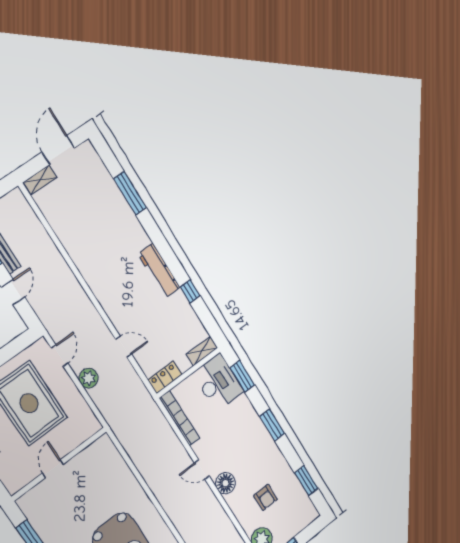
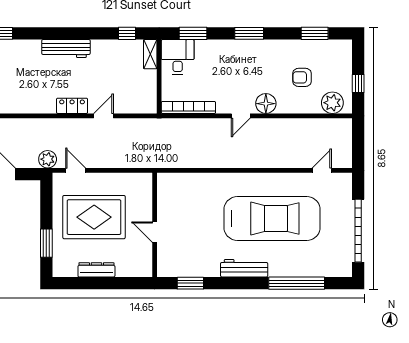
window: (190, 291) -> (127, 33), moved
locker: (165, 377) -> (72, 106), moved, turned 90
plant: (89, 378) -> (48, 159), moved
desk: (218, 382) -> (178, 57), width x0.73
armchair: (266, 497) -> (302, 77), turned 180

